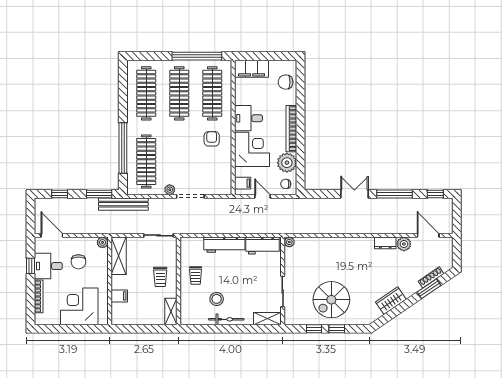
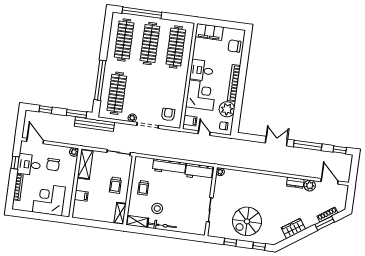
window: (197, 56) -> (142, 13), moved
armchair: (212, 139) -> (168, 114), moved
shelving: (267, 319) -> (137, 221), moved
window: (337, 329) -> (259, 246), moved

